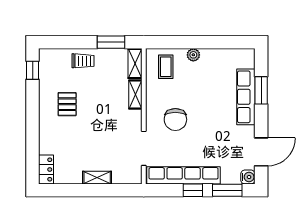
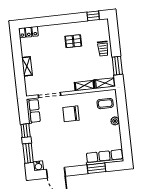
row of seats: (246, 97) -> (105, 157), moved
row of seats: (184, 175) -> (33, 111), width x0.50

